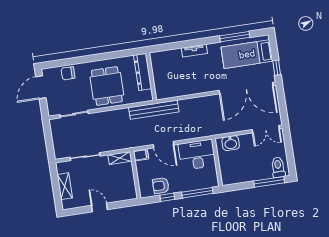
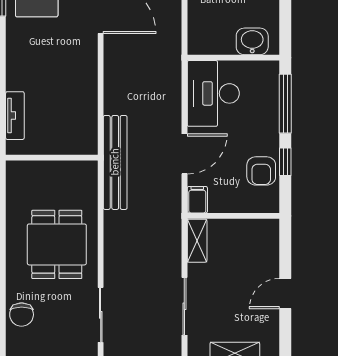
tv unit: (194, 51) -> (15, 116), moved
dresser: (143, 72) -> (40, 173), removed
dining table: (107, 86) -> (57, 244), turned 90
washbasin: (231, 143) -> (252, 41), moved, turned -90

